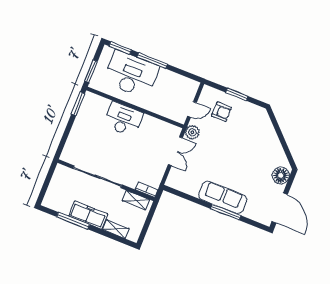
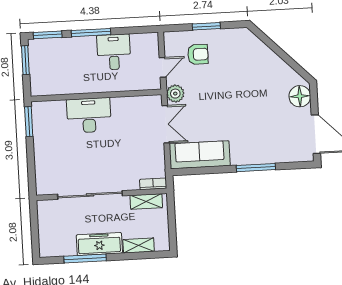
window: (91, 71) -> (25, 60), moved
desk: (131, 74) -> (114, 52), moved, width x0.53, depth x0.77
sofa: (223, 197) -> (200, 155), moved

